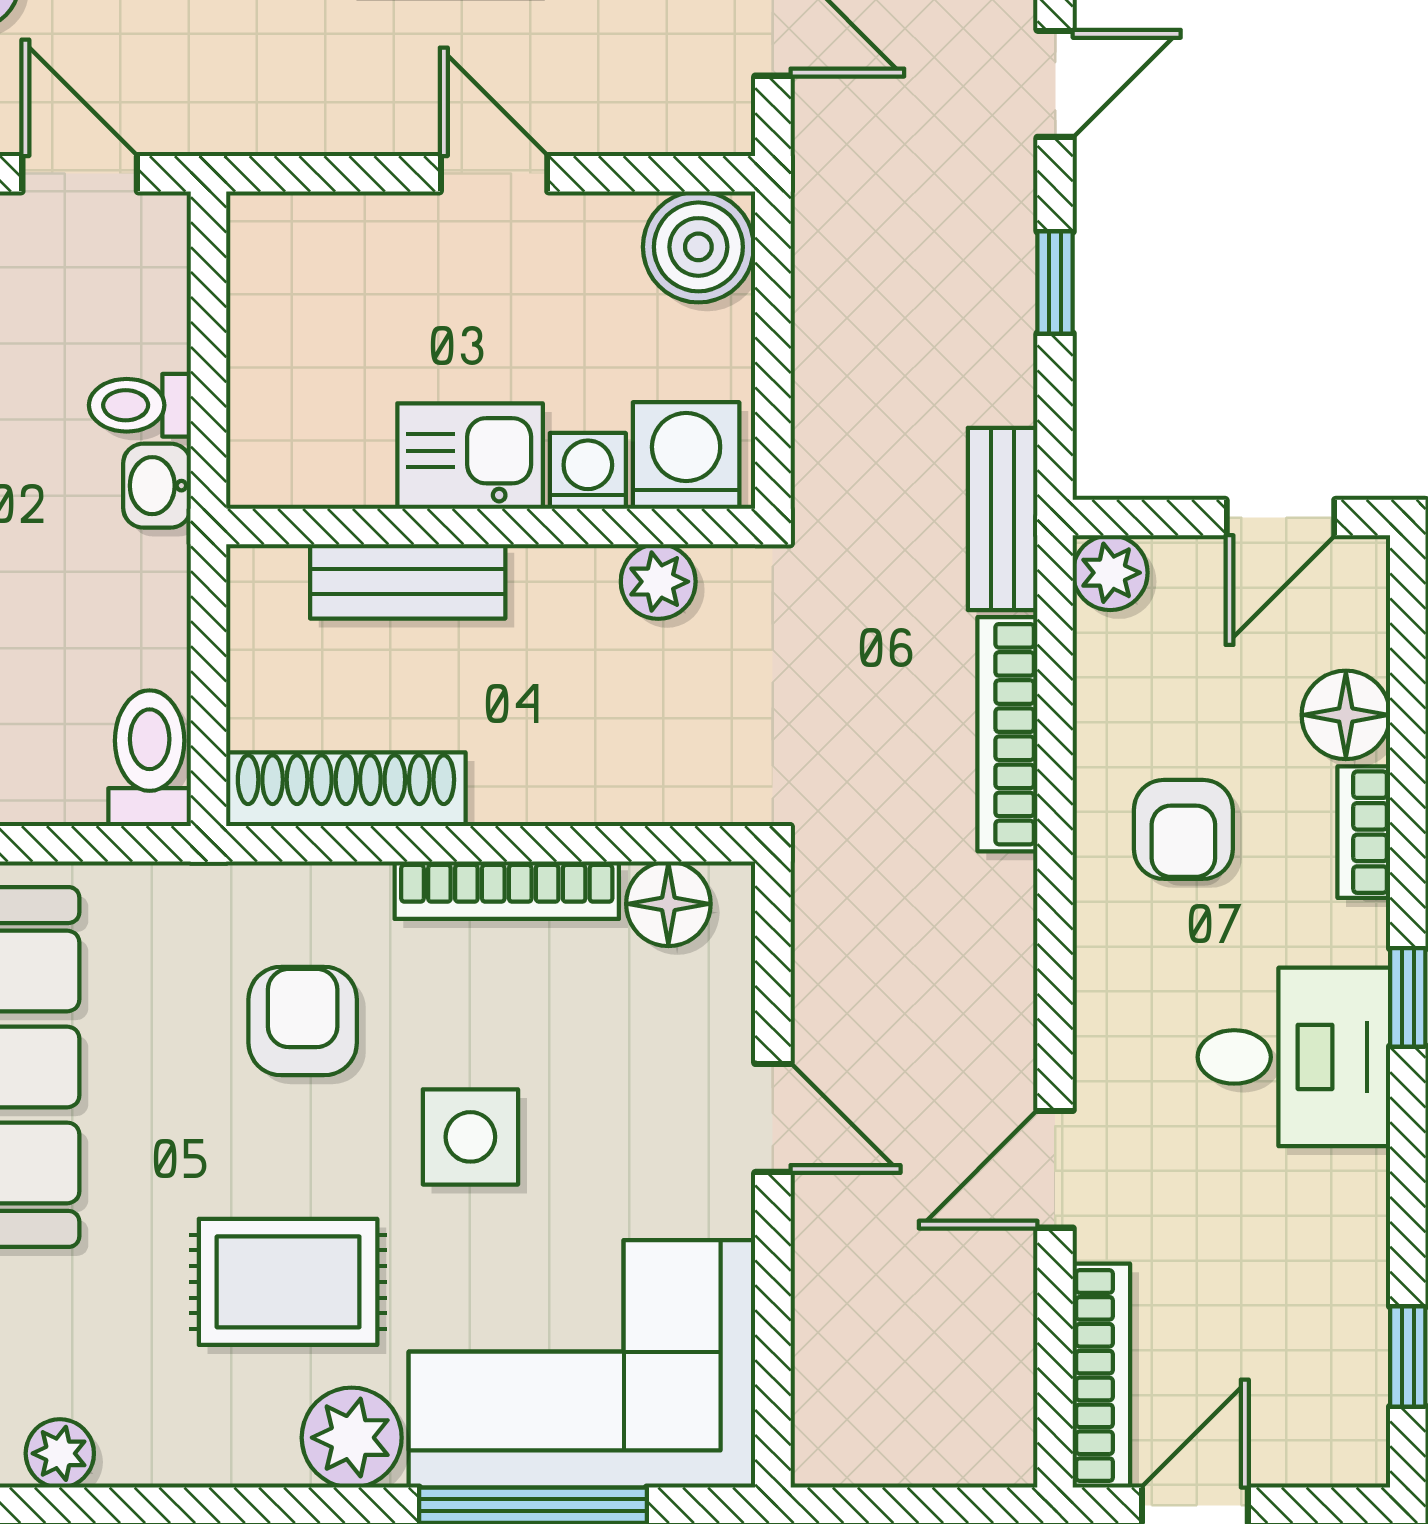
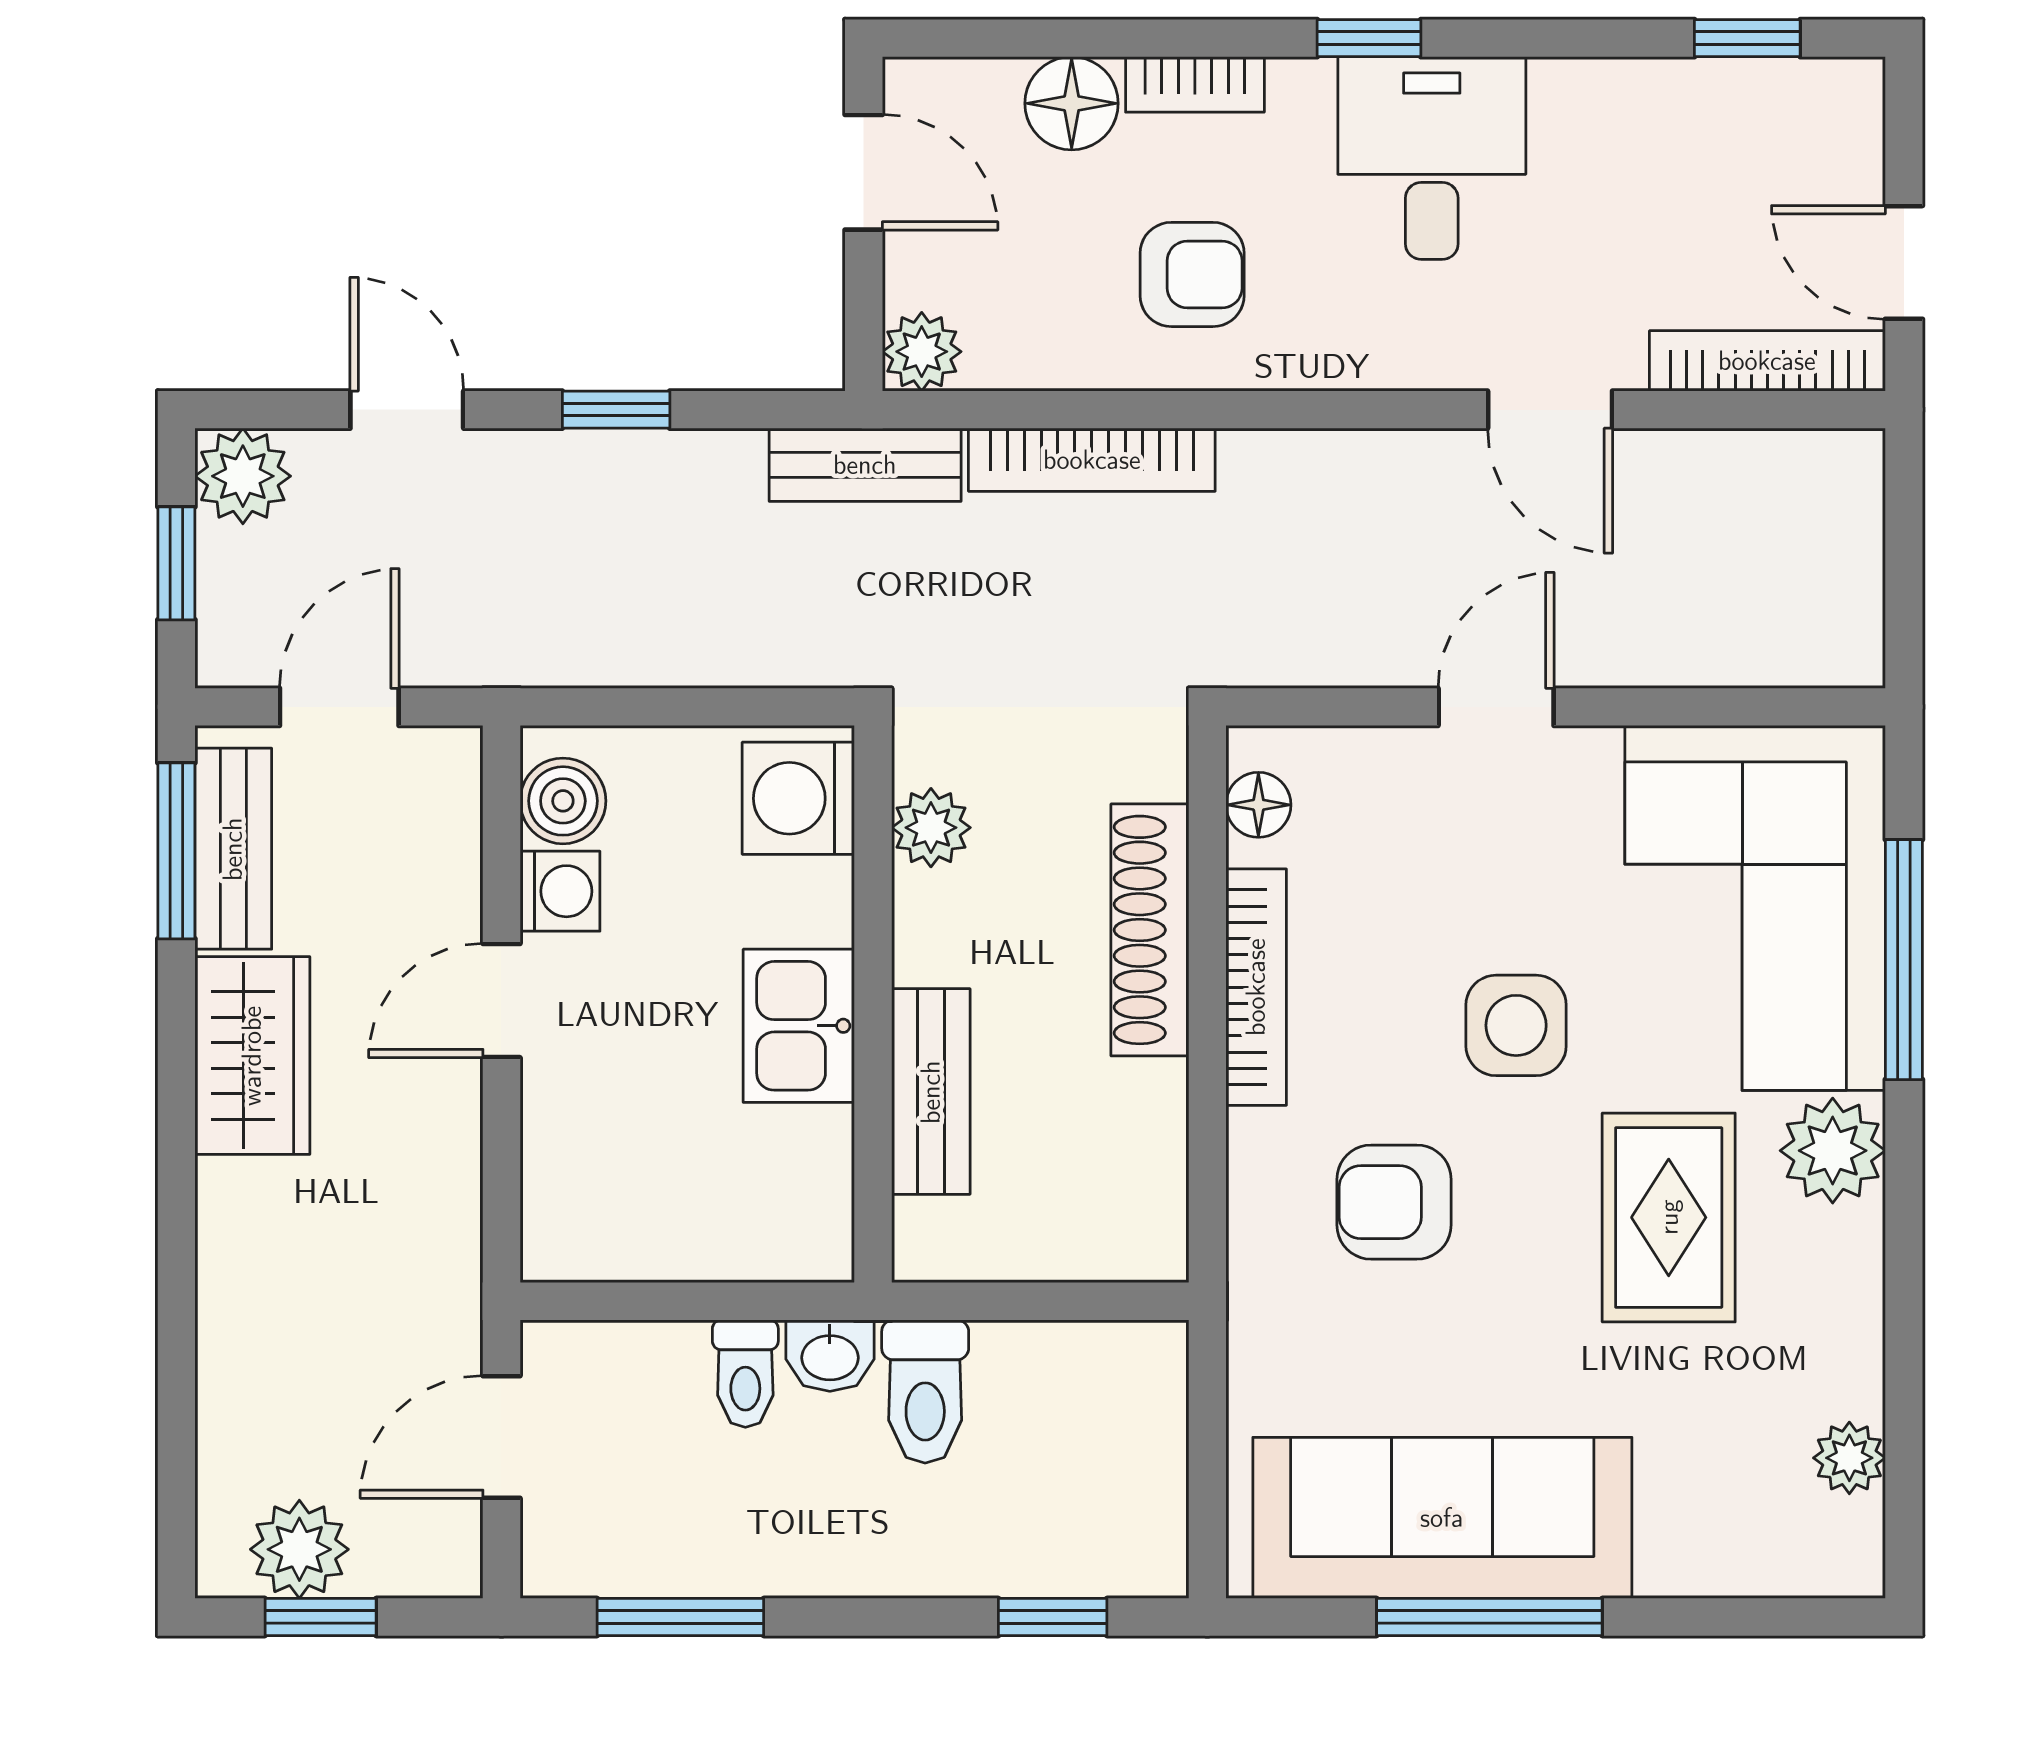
boiler: (698, 247) -> (563, 801), width x0.73, depth x0.73
washing machine: (588, 471) -> (560, 891), moved, turned 180
toilet: (150, 758) -> (925, 1391), moved, turned -90
shoe rack: (346, 789) -> (1150, 930), moved
floor lamp: (668, 904) -> (1258, 805), width x0.73, depth x0.73

